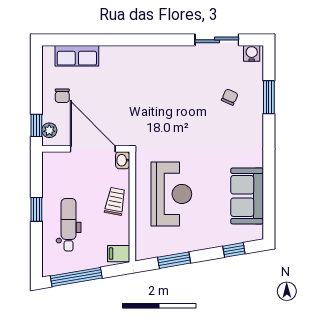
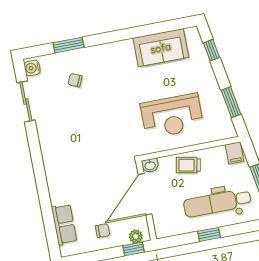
reception desk: (171, 194) -> (172, 116), turned 180
dental chair: (69, 225) -> (217, 203), width x1.36, depth x1.38

